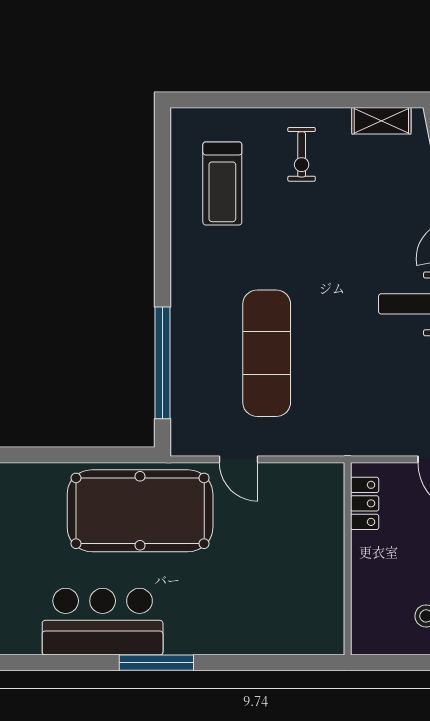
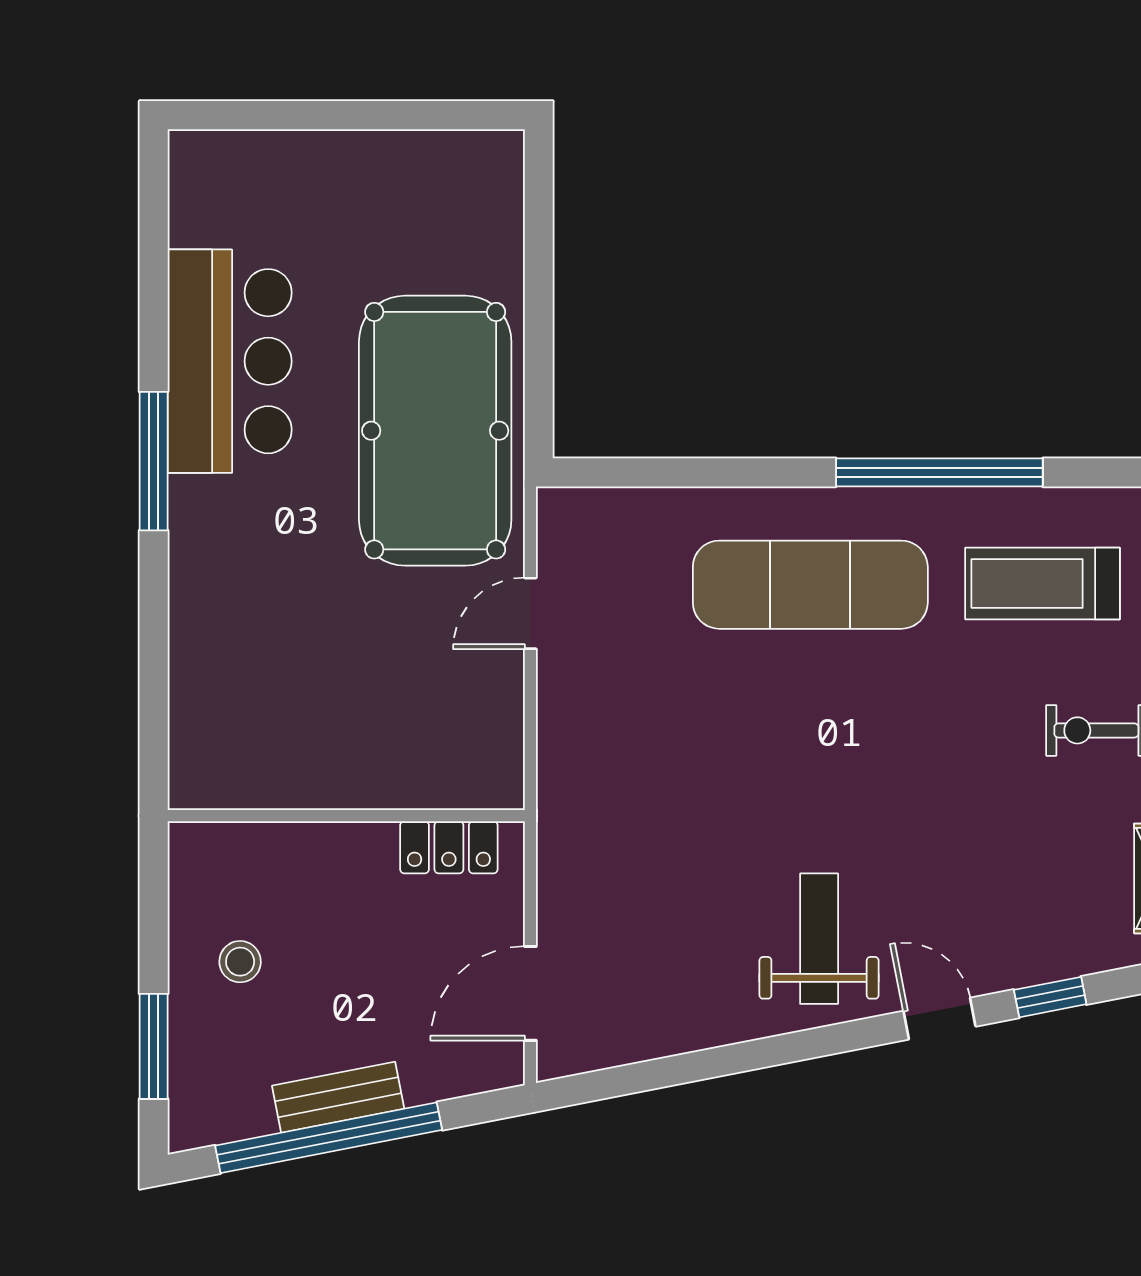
exercise mat: (267, 353) -> (810, 585), moved
window: (162, 363) -> (939, 472), moved

